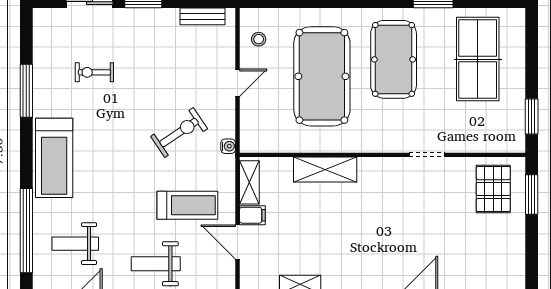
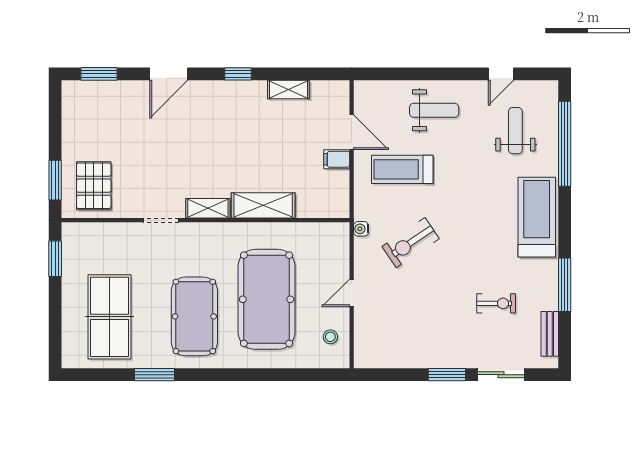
bench: (203, 16) -> (550, 334), moved, turned 90
shelving: (249, 182) -> (208, 208), moved, turned 90
weight bench: (75, 244) -> (515, 131), turned -90

